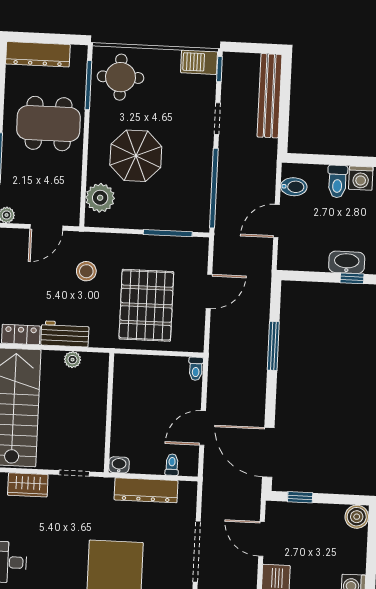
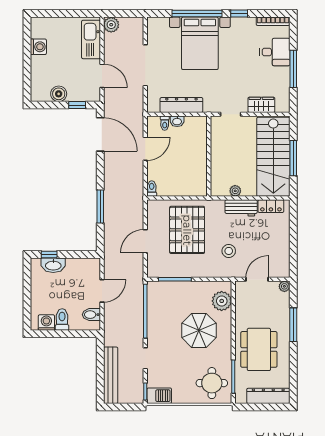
dining table: (49, 124) -> (259, 349), turned 90
washbasin: (119, 465) -> (177, 121), moved
boiler: (357, 517) -> (59, 94), moved

